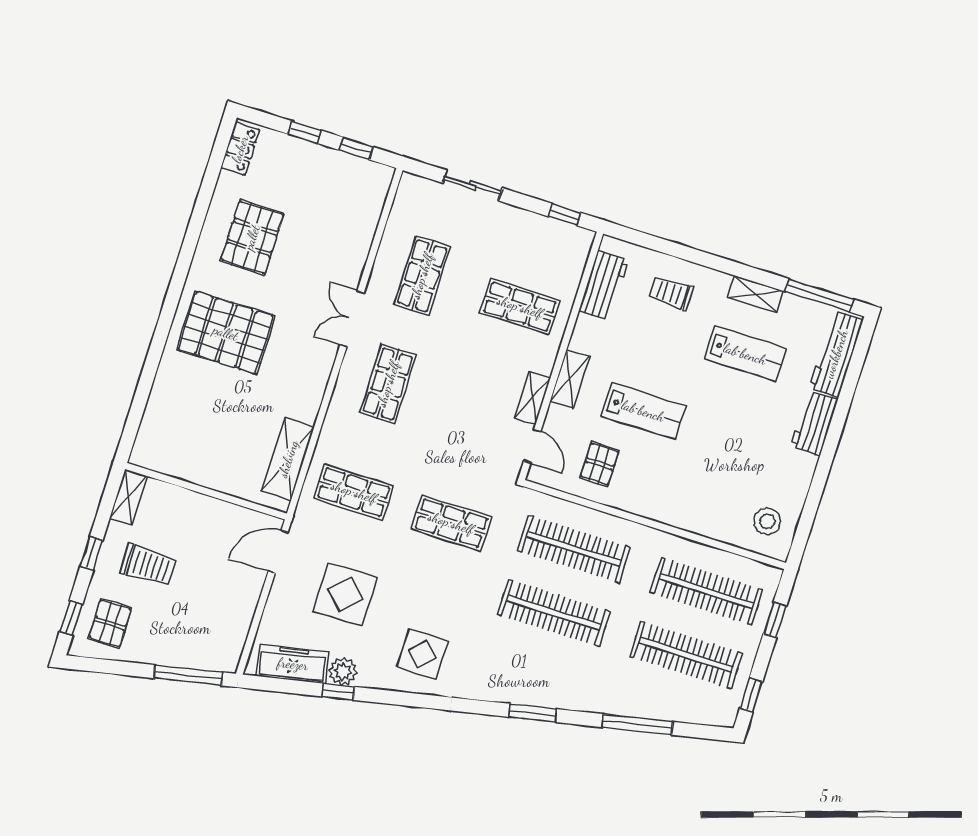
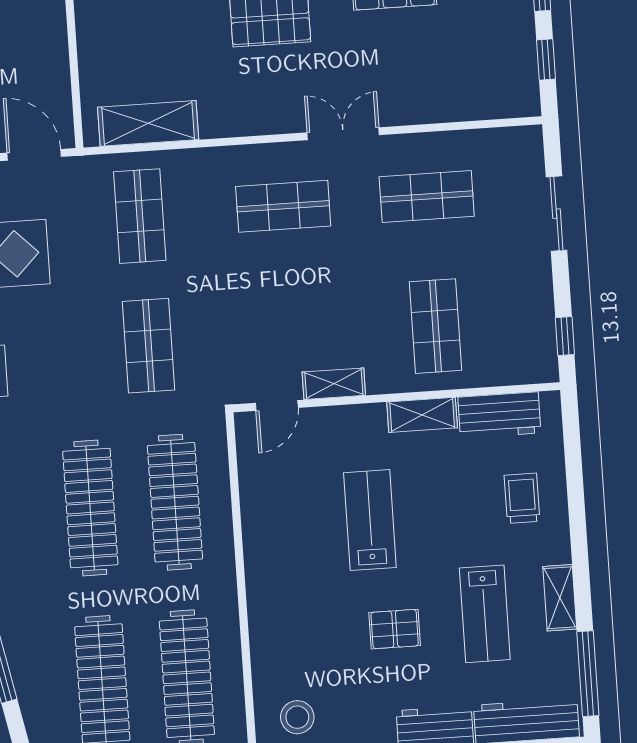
shelving: (570, 379) -> (422, 415), moved
lab bench: (643, 411) -> (370, 520), turned 180
pallet: (600, 464) -> (395, 629), moved

